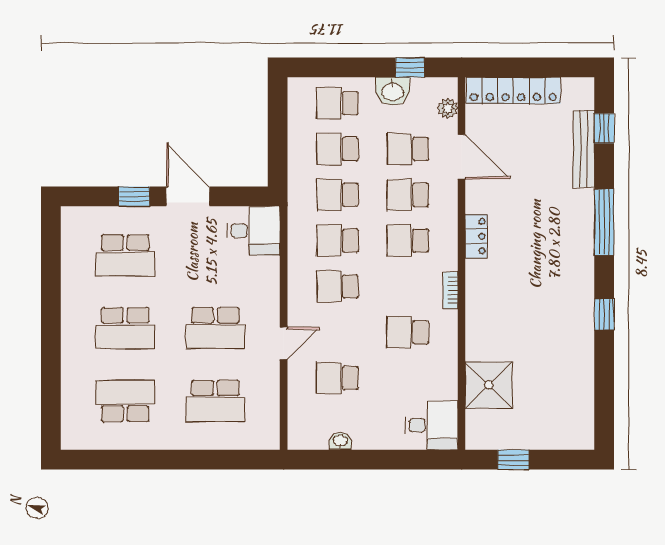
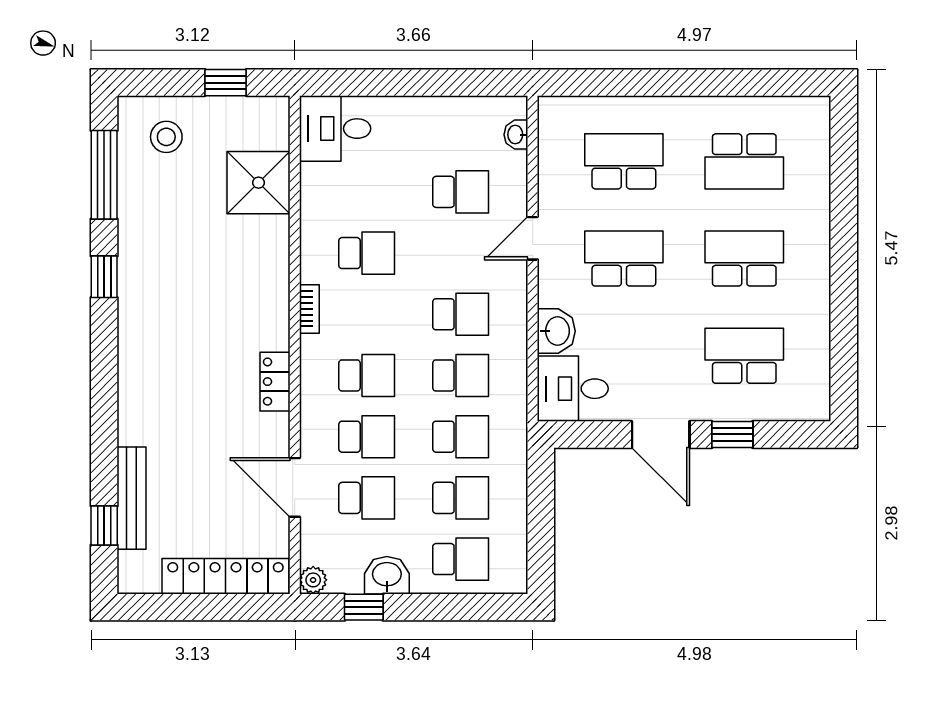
plant: (448, 108) -> (313, 580), moved
window: (604, 222) -> (104, 175), moved
washbasin: (266, 274) -> (556, 331), added
stool: (558, 419) -> (166, 137), added
washbasin: (340, 441) -> (516, 135), moved, turned 90

